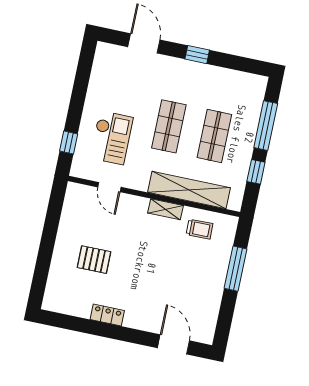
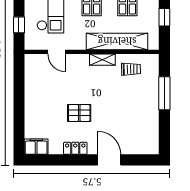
pallet: (94, 260) -> (79, 113), moved
filing cabinet: (58, 302) -> (36, 147), added
door: (173, 344) -> (109, 160), moved

